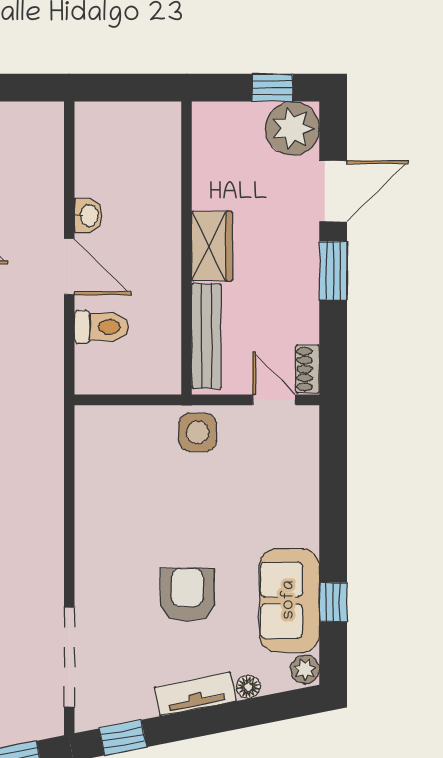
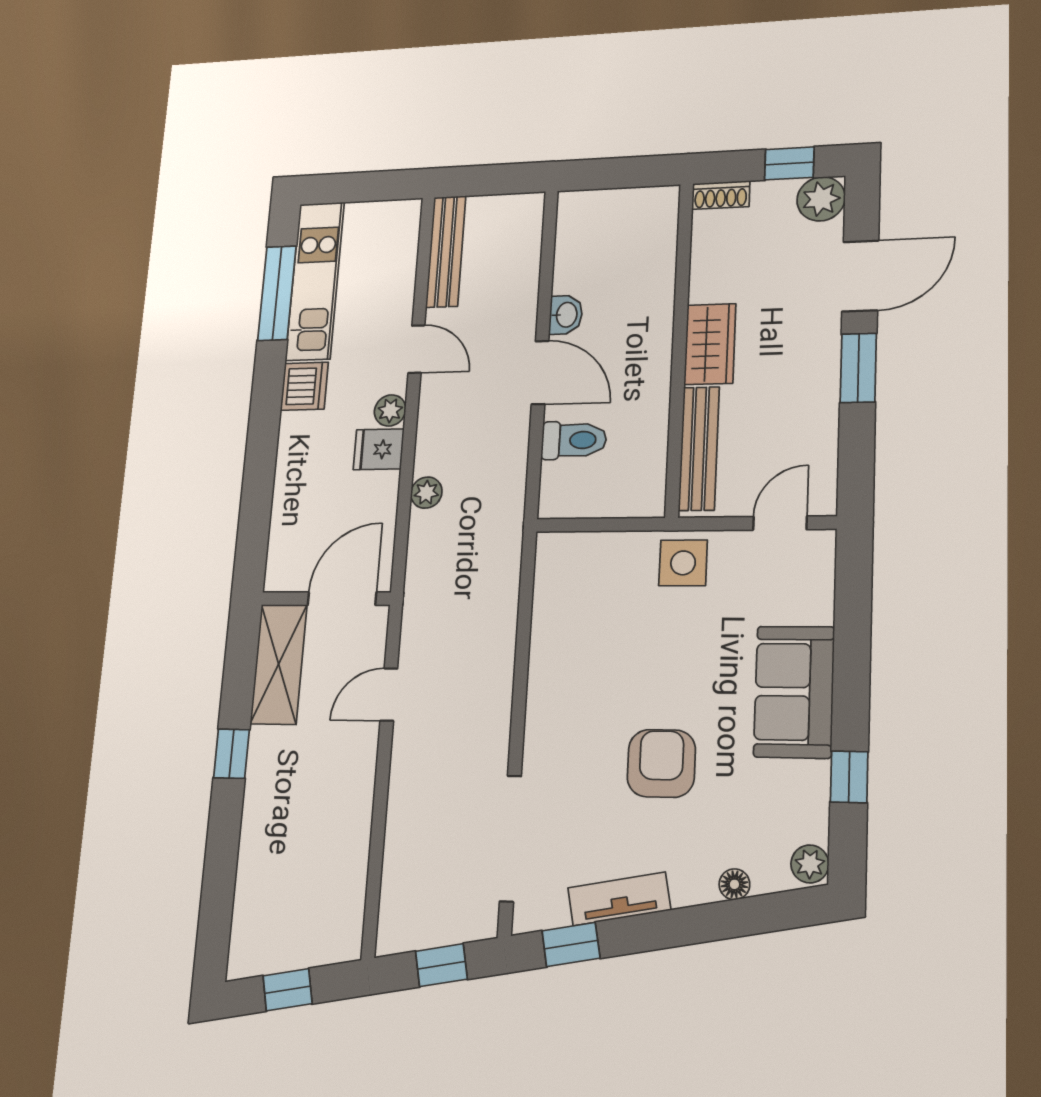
plant: (292, 128) -> (821, 199), width x0.73, depth x0.73
shoe rack: (308, 369) -> (721, 195), moved, turned -90
door: (274, 400) -> (780, 523), hinge flipped
sofa: (289, 600) -> (794, 692), moved
tv unit: (195, 694) -> (619, 899), moved

